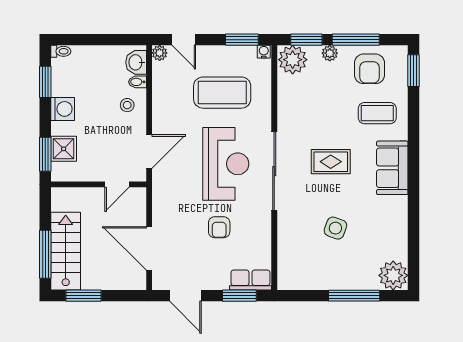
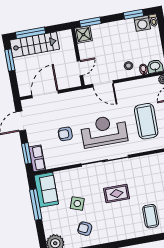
washing machine: (63, 109) -> (142, 23), moved
shower: (64, 149) -> (83, 35), moved
rug: (331, 162) -> (117, 194), turned 90
reception desk: (226, 164) -> (104, 131), turned 180
sofa: (392, 168) -> (46, 190), moved, turned 90
door: (117, 184) -> (80, 68), swing flipped
armchair: (378, 223) -> (85, 229), added
window: (354, 296) -> (36, 204), moved

